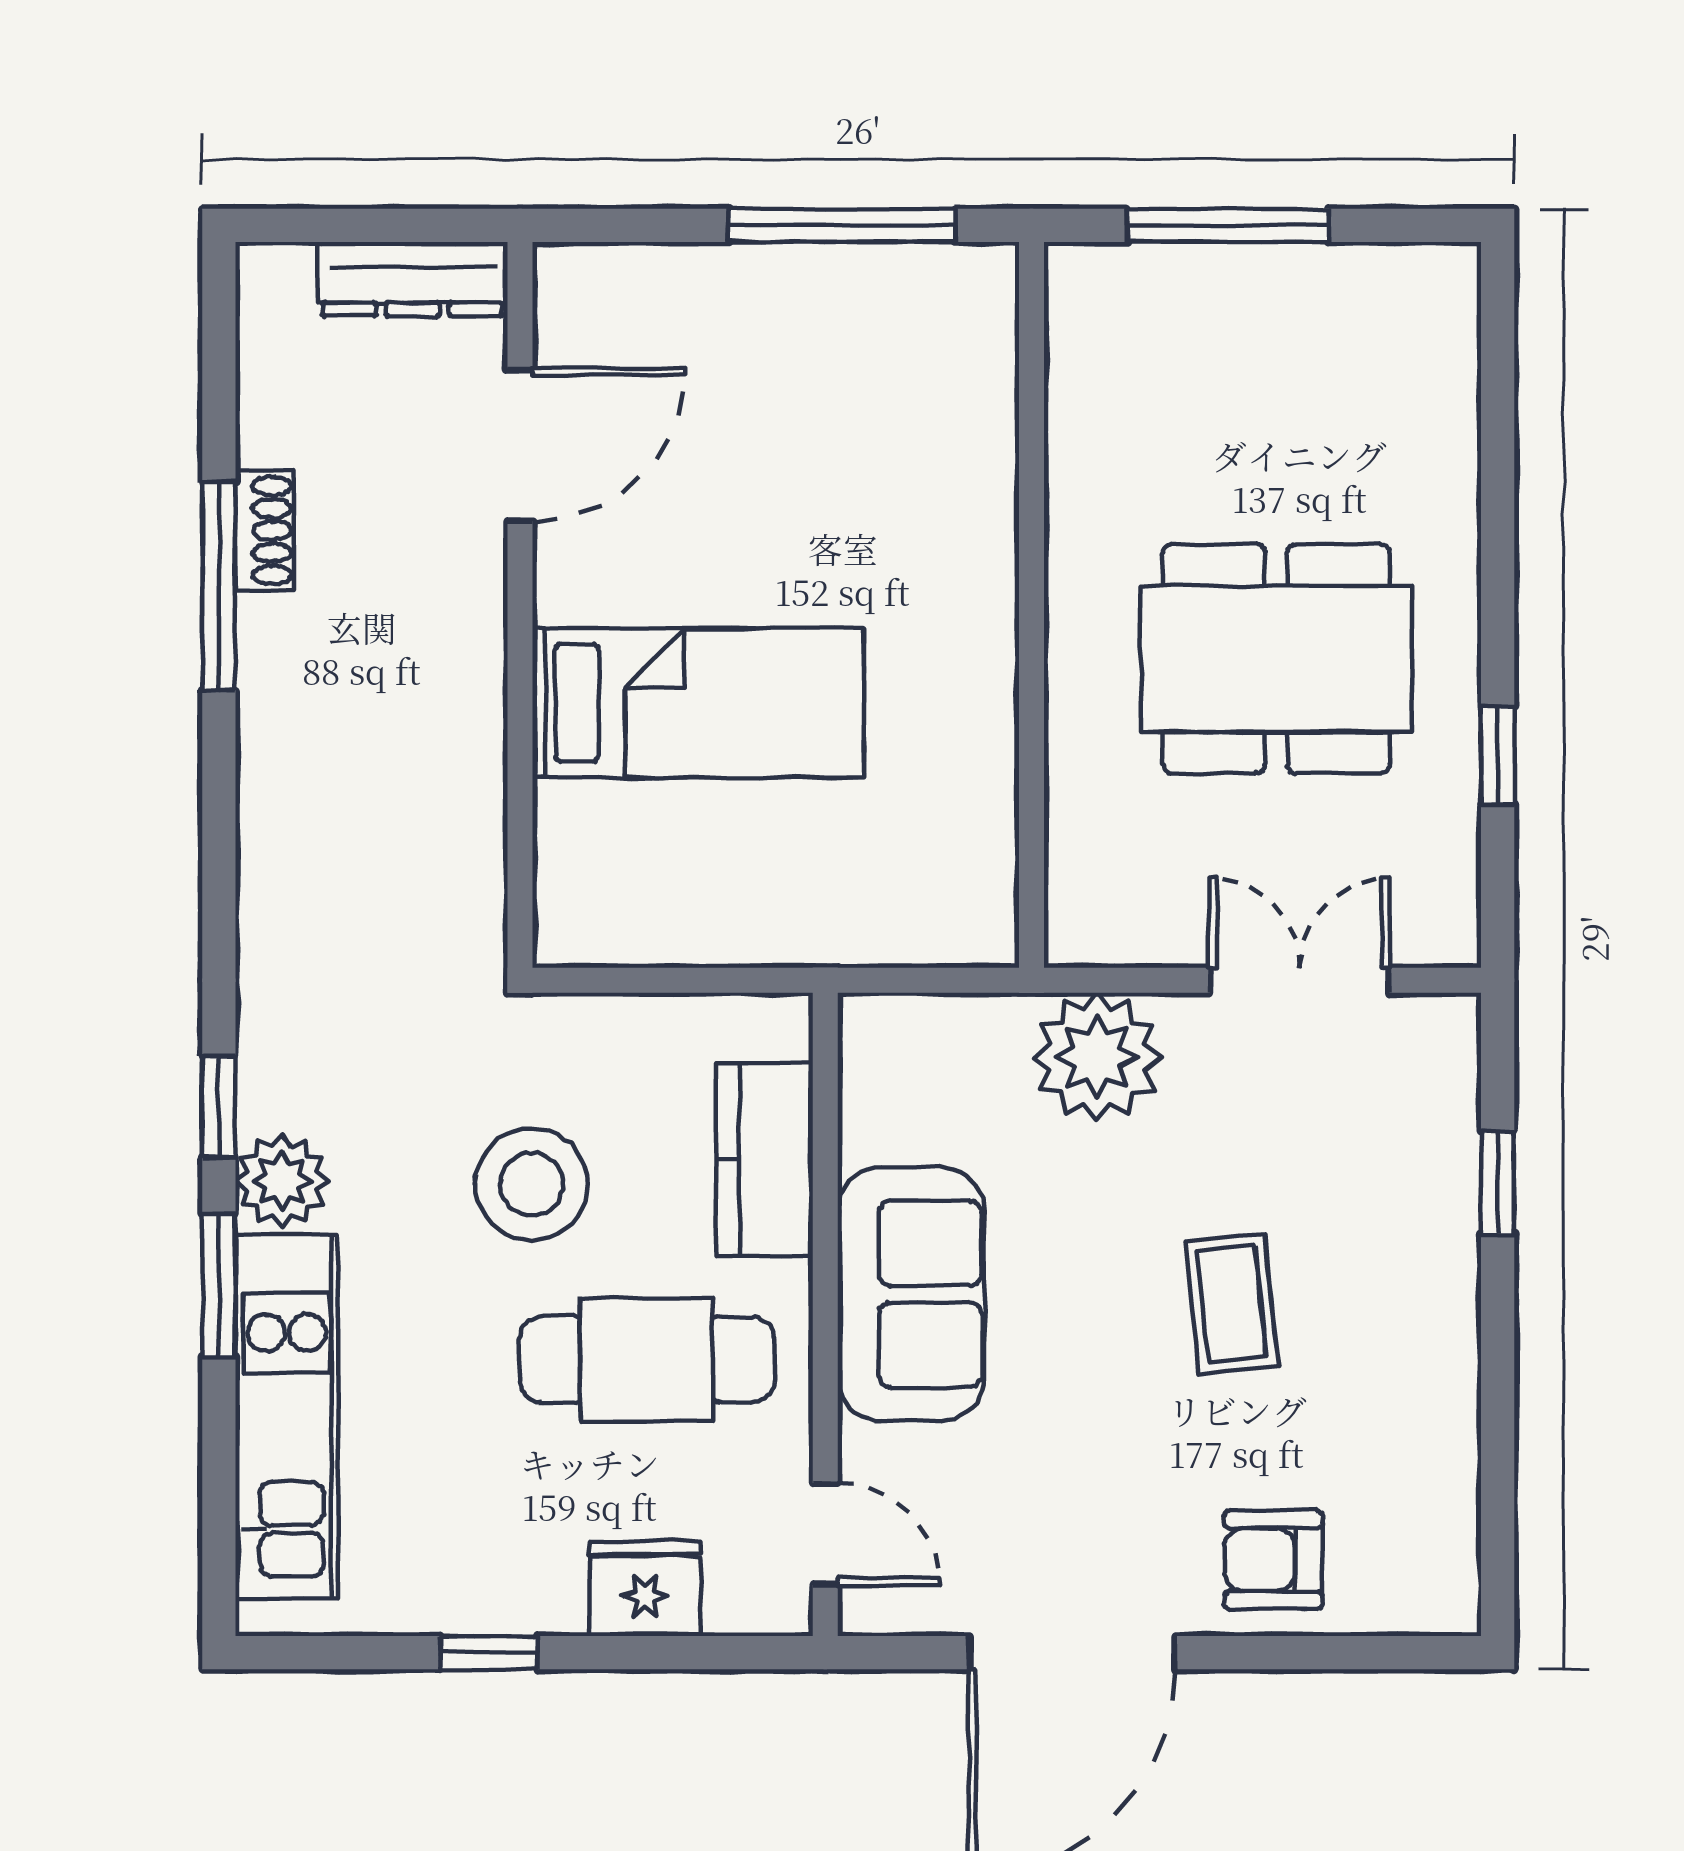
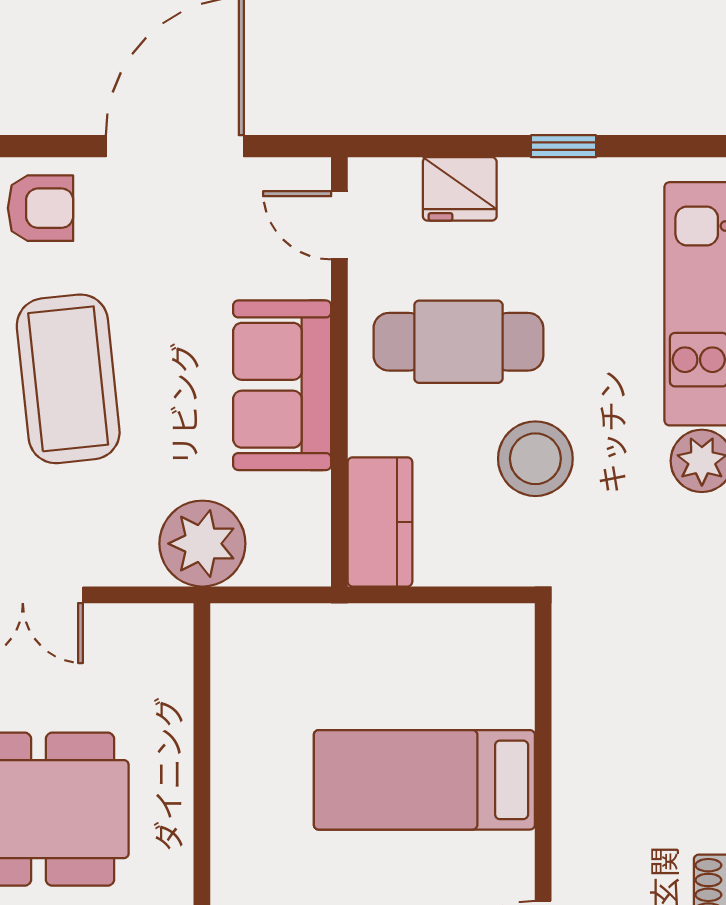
plant: (1097, 1057) -> (202, 544), moved
kitchen counter: (764, 1159) -> (380, 522), moved
coffee table: (1232, 1304) -> (68, 379), width x1.86, depth x1.72

